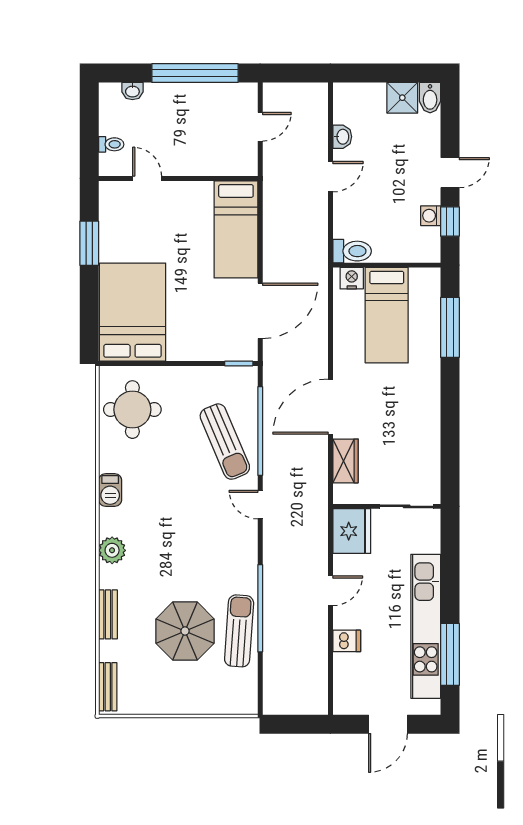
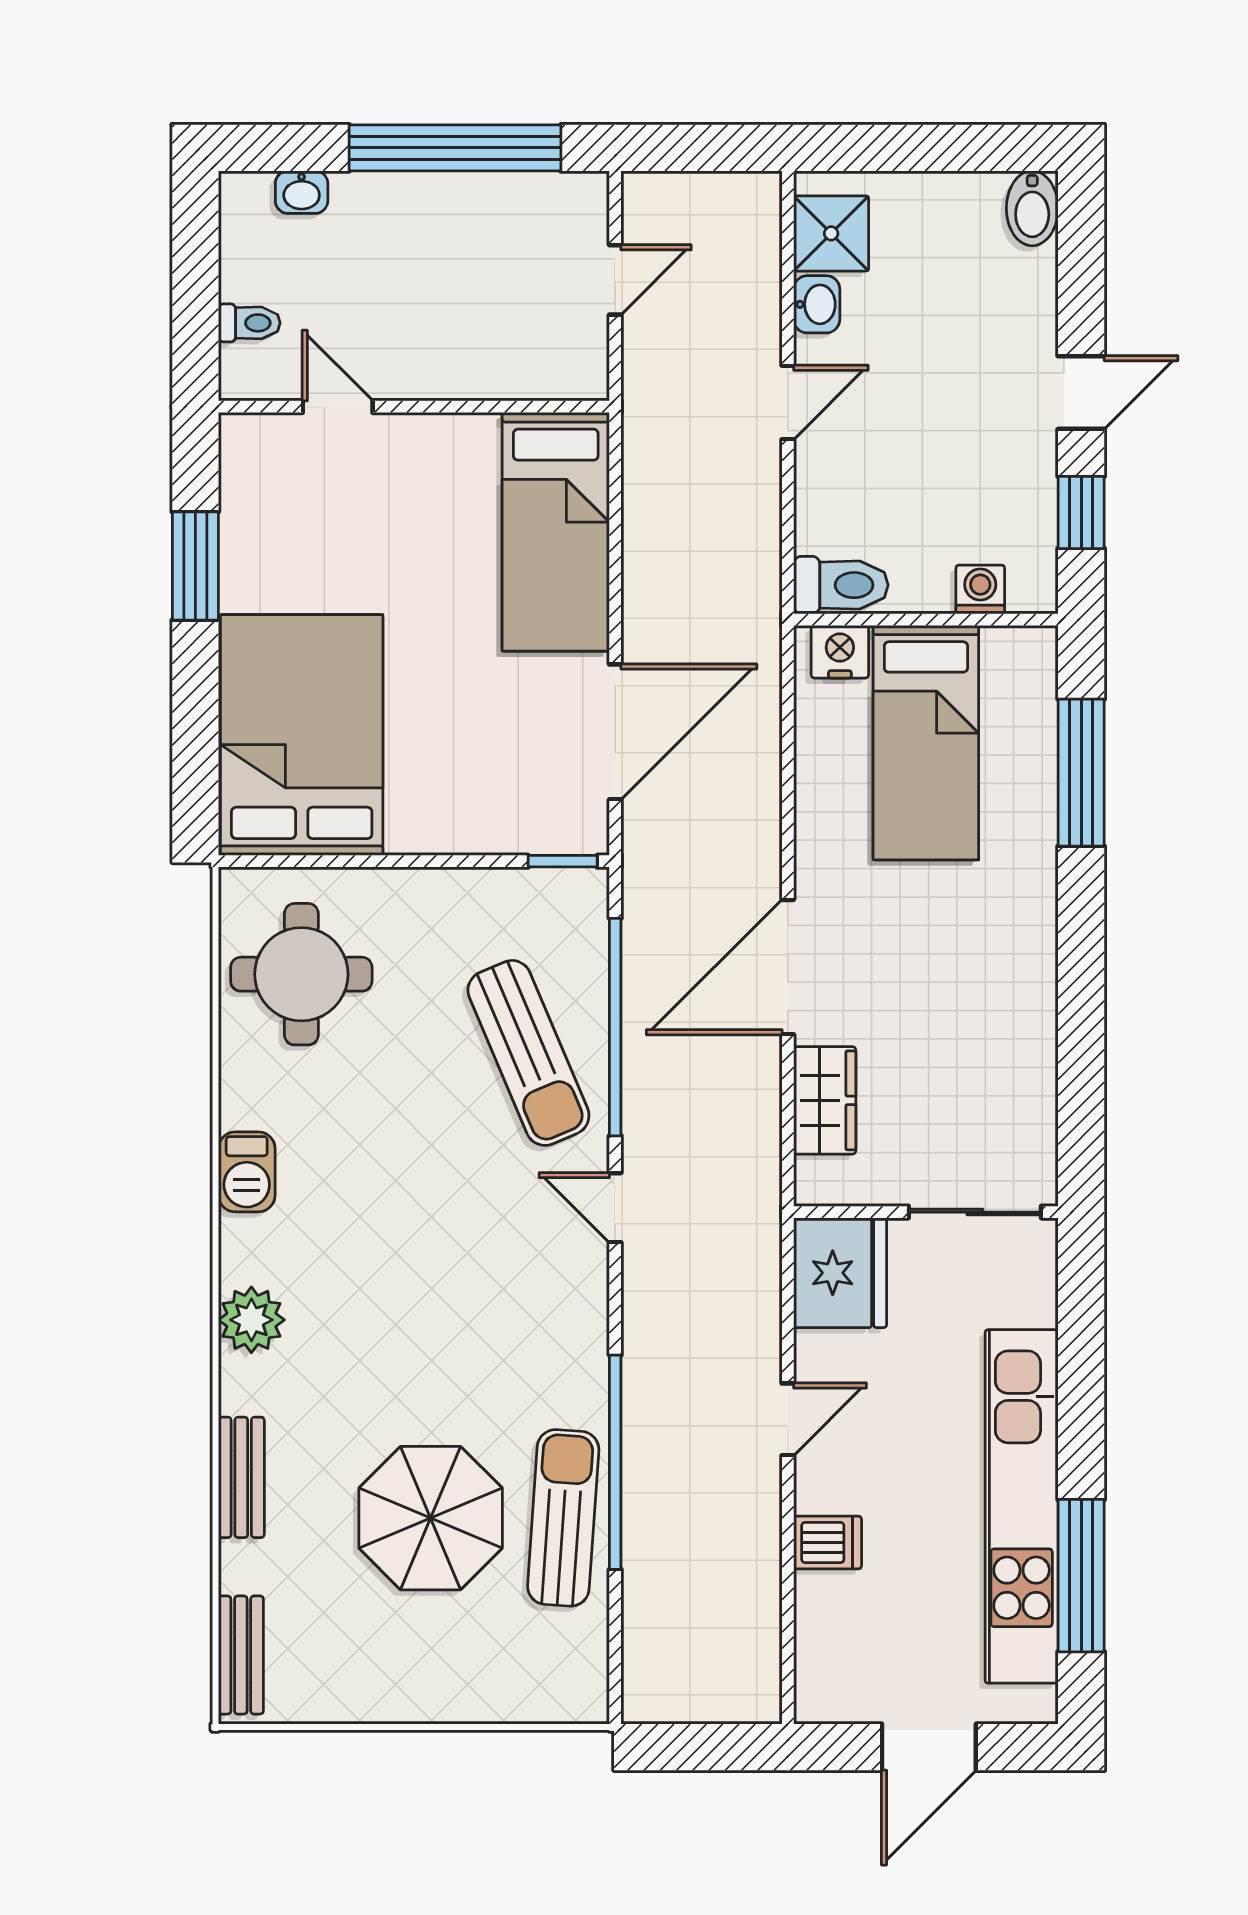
shower: (402, 98) -> (831, 233), moved
washing machine: (431, 216) -> (980, 589), moved, turned 90

